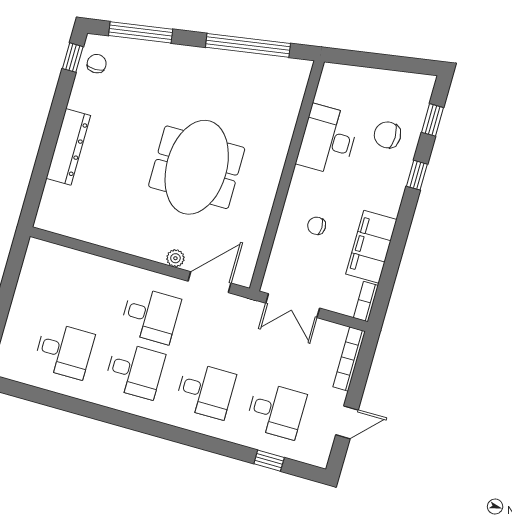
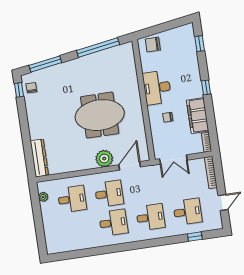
chair: (387, 135) -> (153, 44), moved
desk: (328, 140) -> (157, 88), moved
dresser: (68, 147) -> (39, 158), moved
meeting table: (197, 167) -> (100, 115), turned 90
window: (417, 175) -> (206, 87), moved
plant: (175, 258) -> (104, 158), width x1.87, depth x1.87
plant: (30, 268) -> (43, 197), added
desk: (64, 351) -> (72, 199), moved

